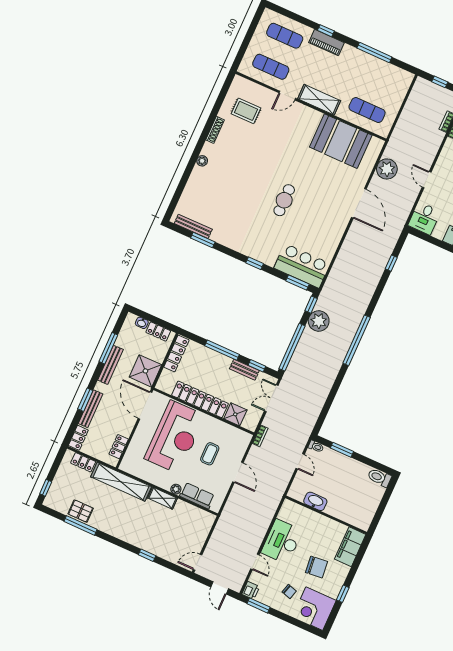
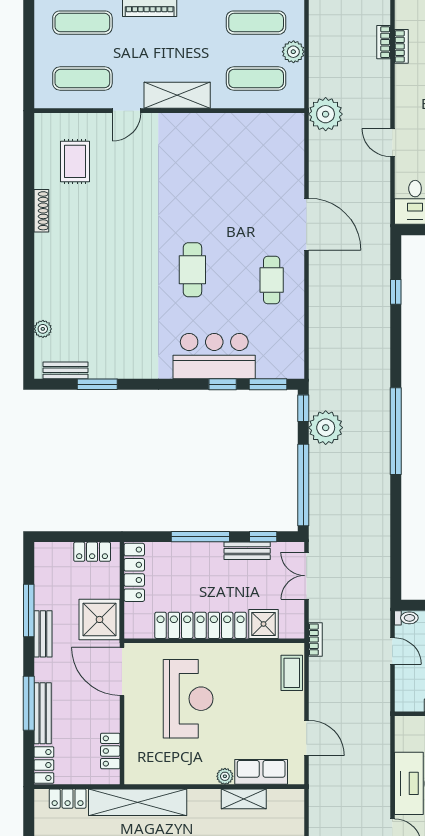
exercise mat: (381, 79) -> (256, 23), added
plant: (394, 104) -> (293, 52), added
rug: (246, 111) -> (75, 161), turned 90
booth: (341, 141) -> (237, 143), removed
plant: (202, 161) -> (43, 329), moved
plant: (387, 169) -> (326, 114), moved
bench: (193, 226) -> (66, 370), width x0.73
cafe table: (325, 226) -> (272, 280), added
window: (255, 263) -> (223, 384), moved
bar counter: (302, 266) -> (214, 356), moved
washbasin: (142, 323) -> (61, 550), removed
bench: (110, 365) -> (43, 634), width x0.73
window: (85, 400) -> (29, 703), width x1.44
reception desk: (175, 437) -> (188, 699), width x0.74, depth x0.77
coffee table: (210, 454) -> (292, 673), moved
door: (238, 472) -> (307, 738), moved
shelving: (162, 498) -> (244, 799), moved

